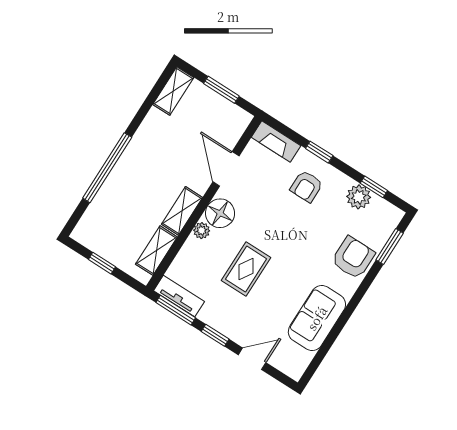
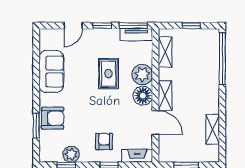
shelving: (173, 91) -> (213, 129), moved
window: (107, 168) -> (222, 59), moved
shelving: (182, 211) -> (165, 95), moved
plant: (202, 231) -> (142, 75), width x1.88, depth x1.88
window: (390, 246) -> (36, 126), moved
armchair: (353, 258) -> (53, 118), turned -90

